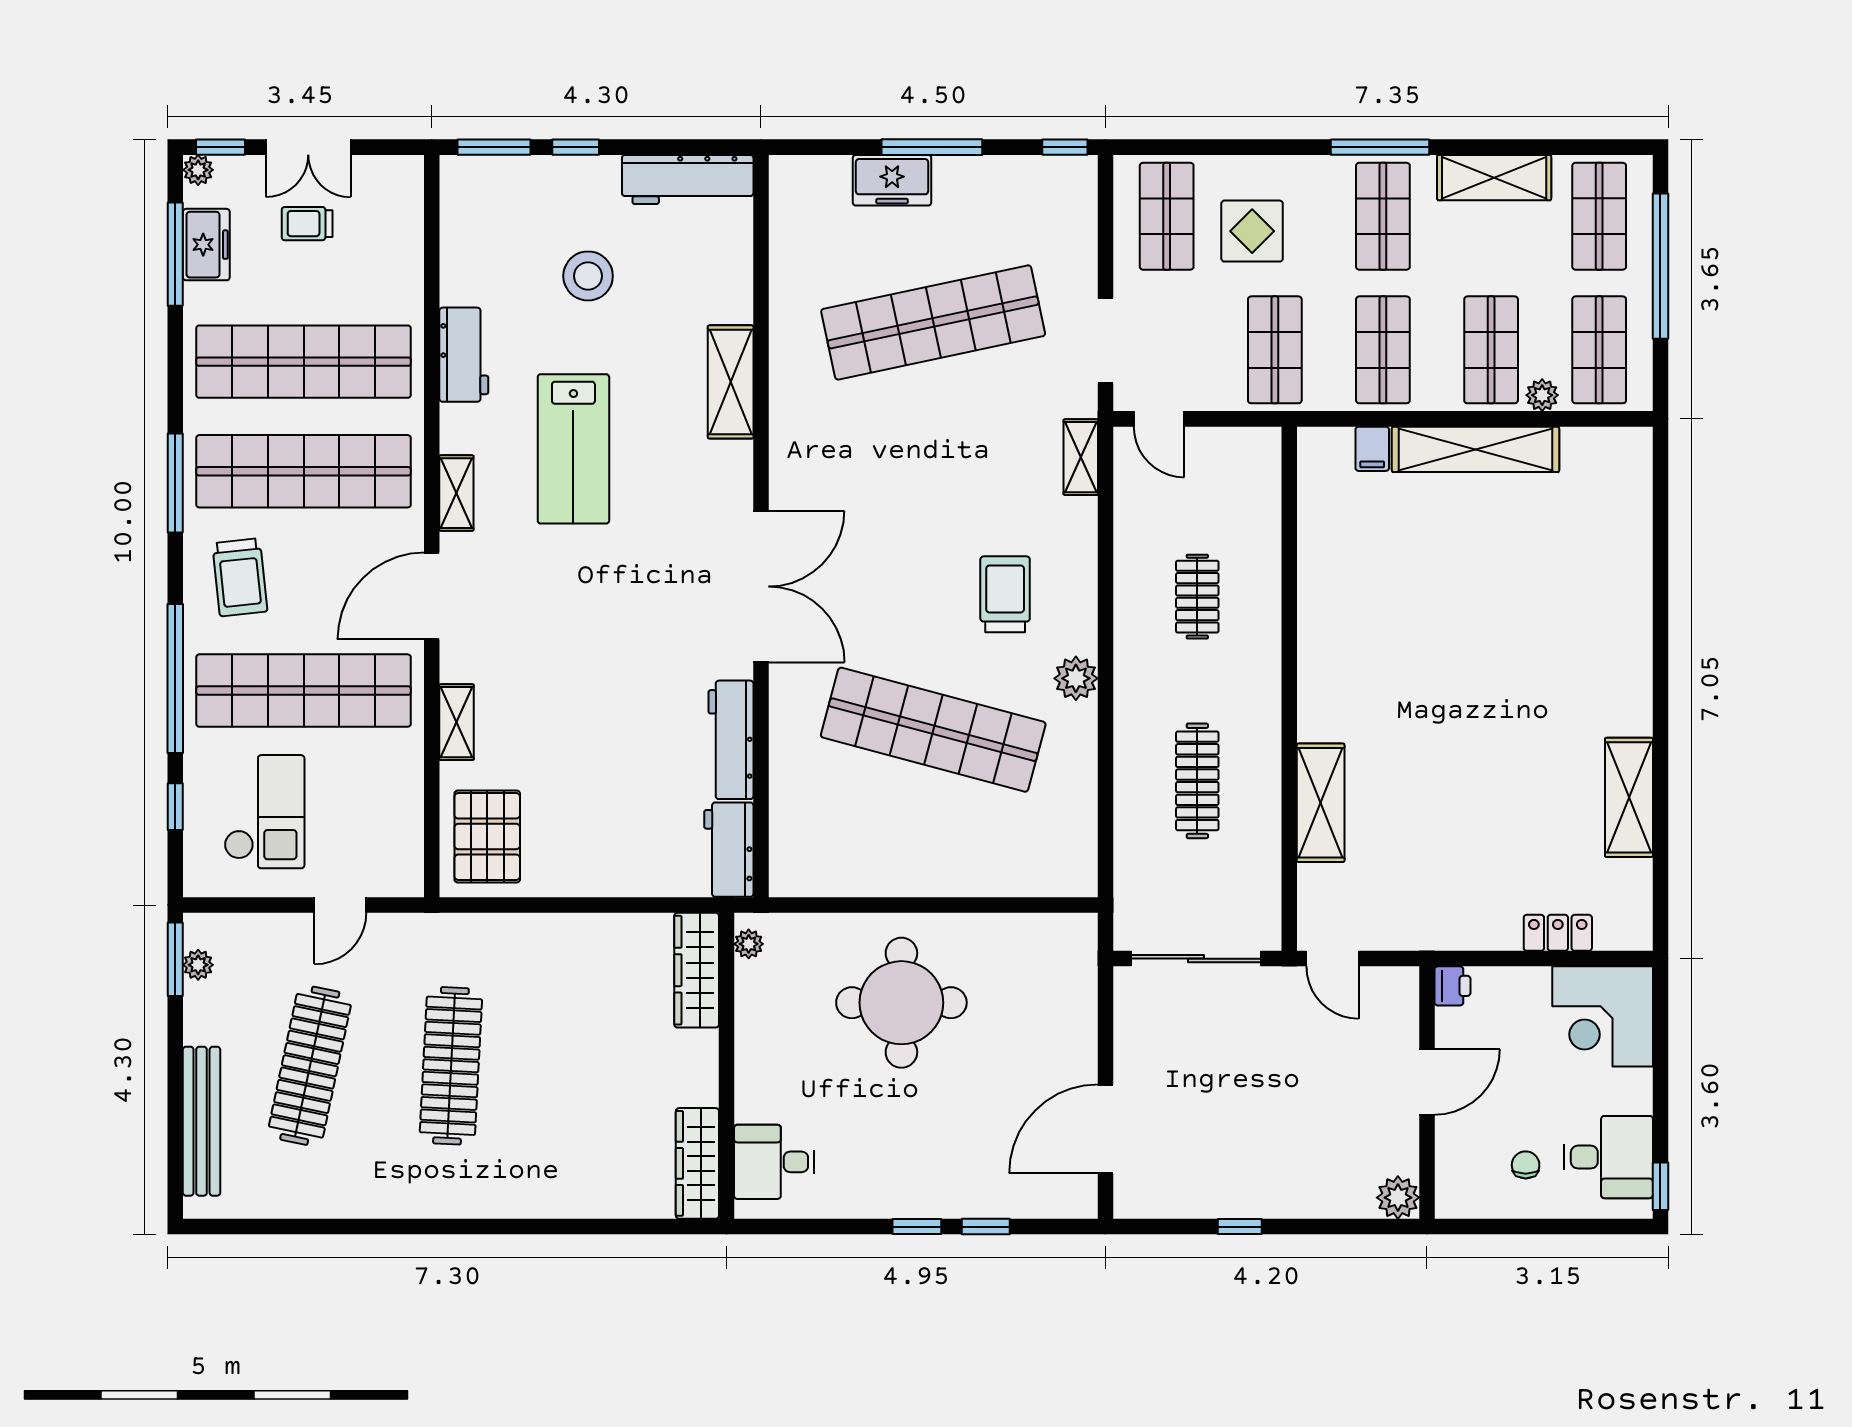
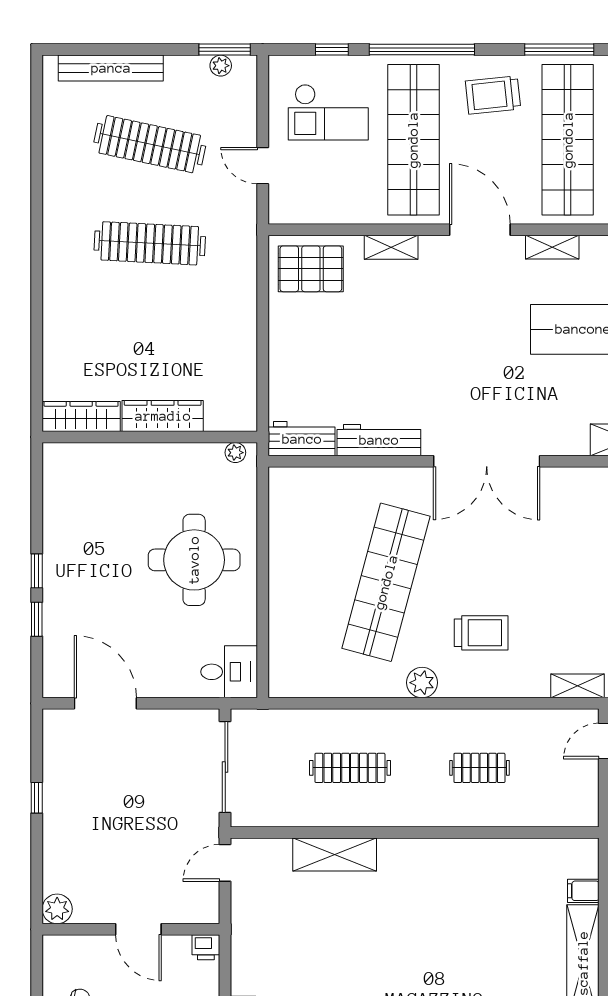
wardrobe: (697, 970) -> (163, 416), moved
desk: (774, 1162) -> (229, 672), moved, turned 90

